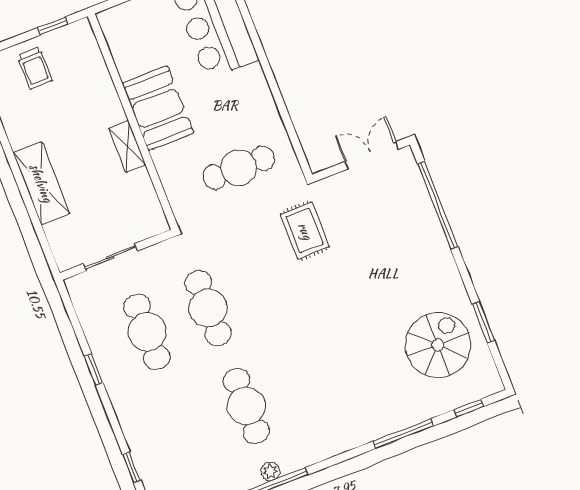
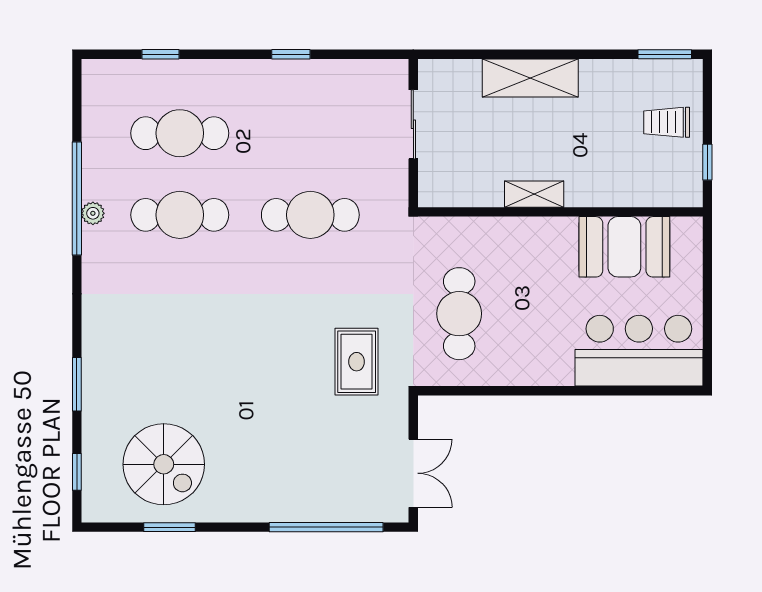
booth: (158, 108) -> (624, 247), moved
rug: (305, 231) -> (357, 362), turned 90
cafe table: (147, 332) -> (180, 133), moved
window: (403, 434) -> (77, 384), width x0.69

